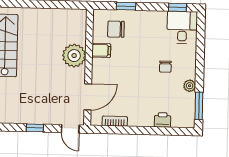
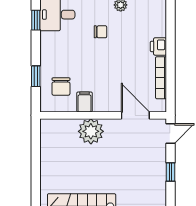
printer: (163, 120) -> (158, 46), moved
bookcase: (115, 121) -> (161, 78), width x1.56

